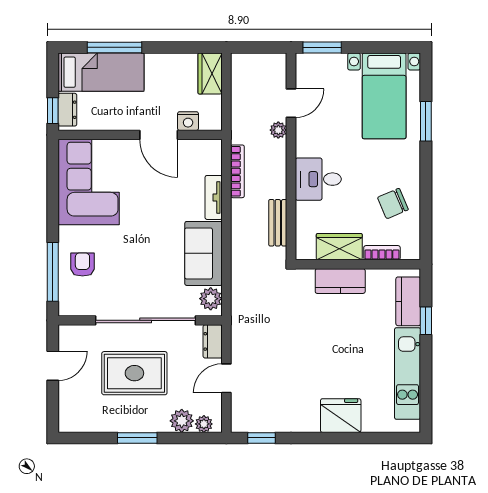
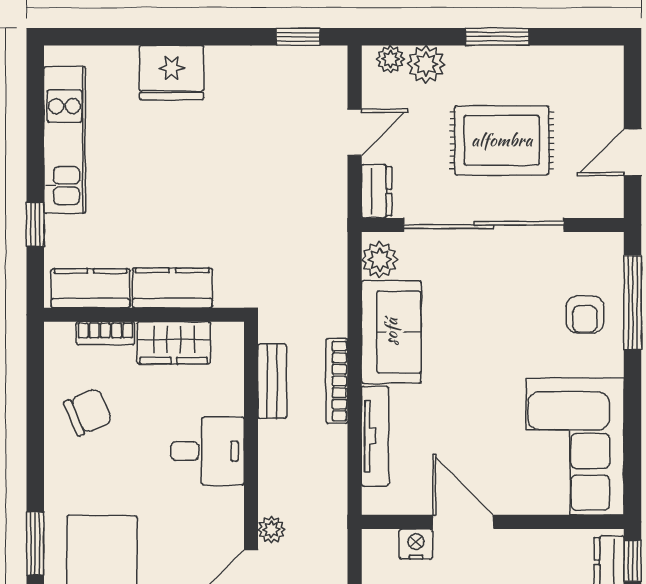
bookcase: (237, 171) -> (337, 381), moved
tv unit: (214, 197) -> (375, 436), width x1.41
kitchen counter: (408, 301) -> (91, 288), moved, turned -90

